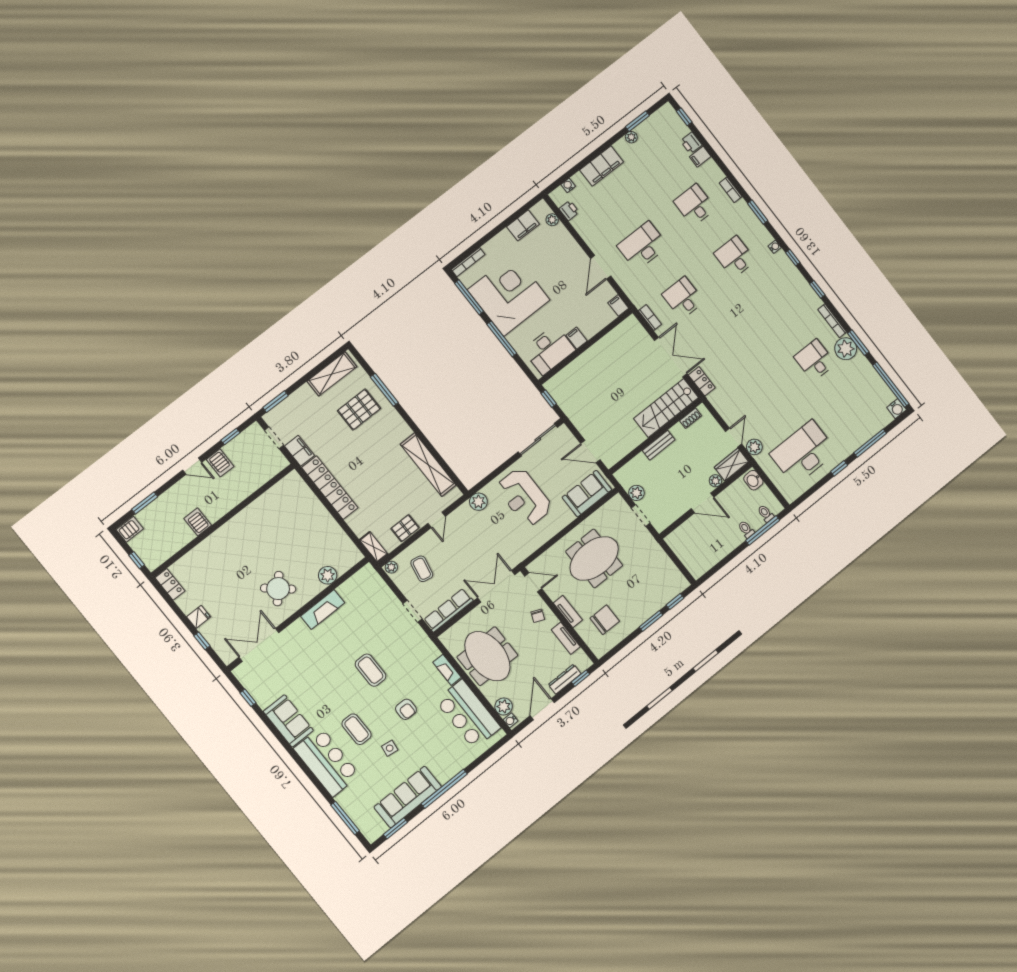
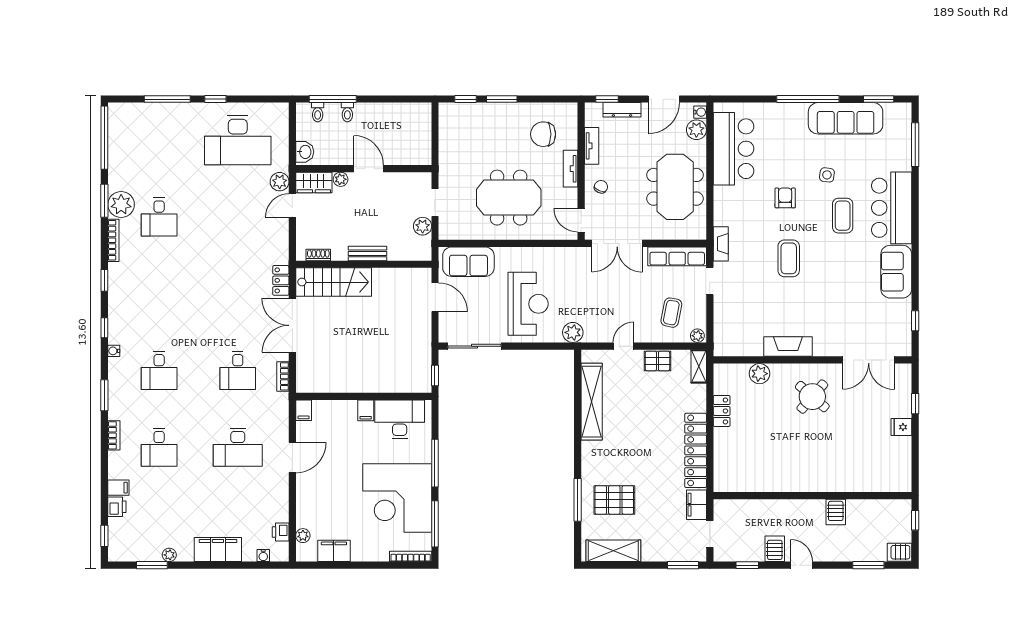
water cooler: (897, 409) -> (117, 111), removed
locker: (170, 584) -> (722, 411), moved, turned 180
fireplace: (447, 670) -> (721, 244), moved

